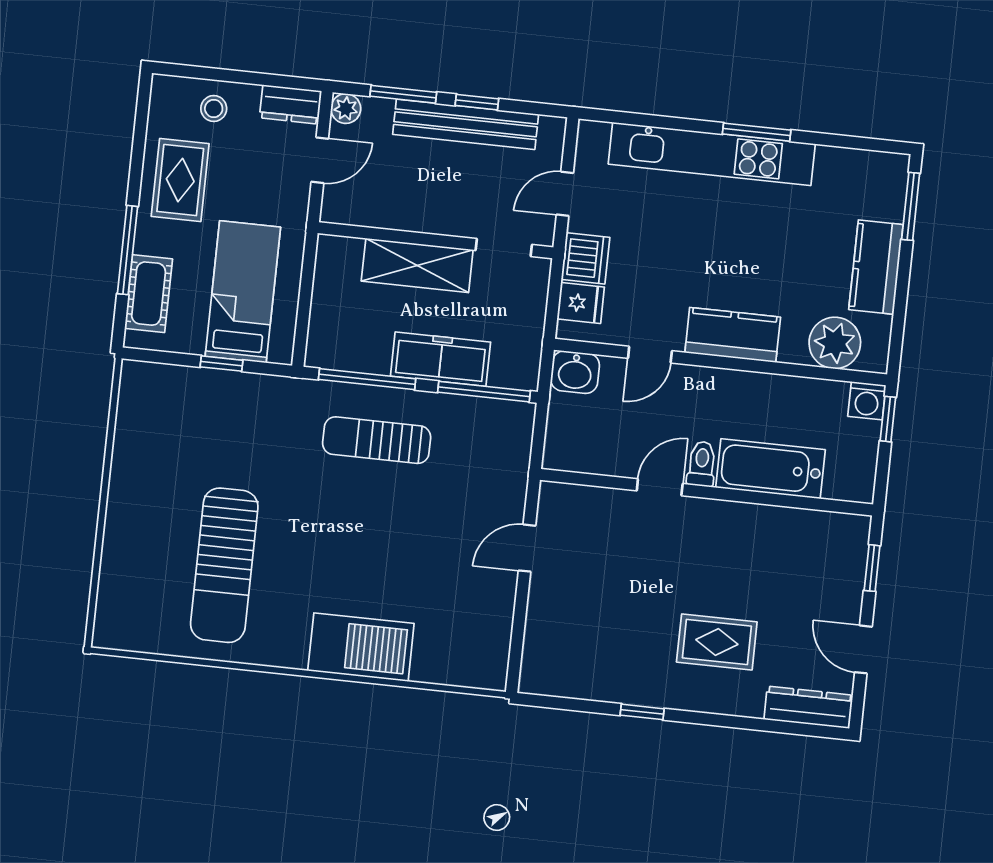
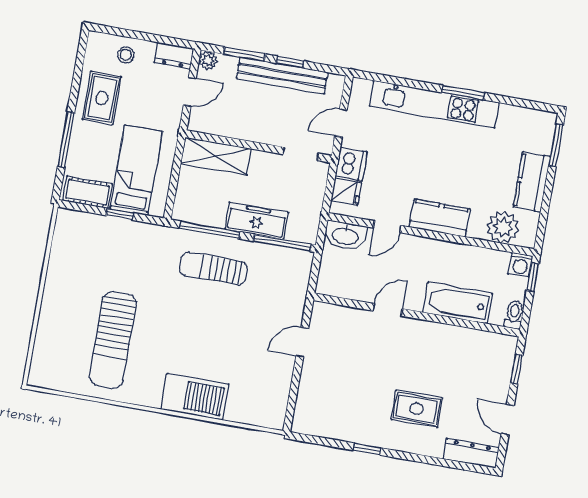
shelving: (417, 266) -> (216, 156), moved
cot: (149, 294) -> (87, 192), moved, turned 90
washbasin: (575, 372) -> (345, 236), width x1.38
toilet: (702, 464) -> (514, 315), moved

